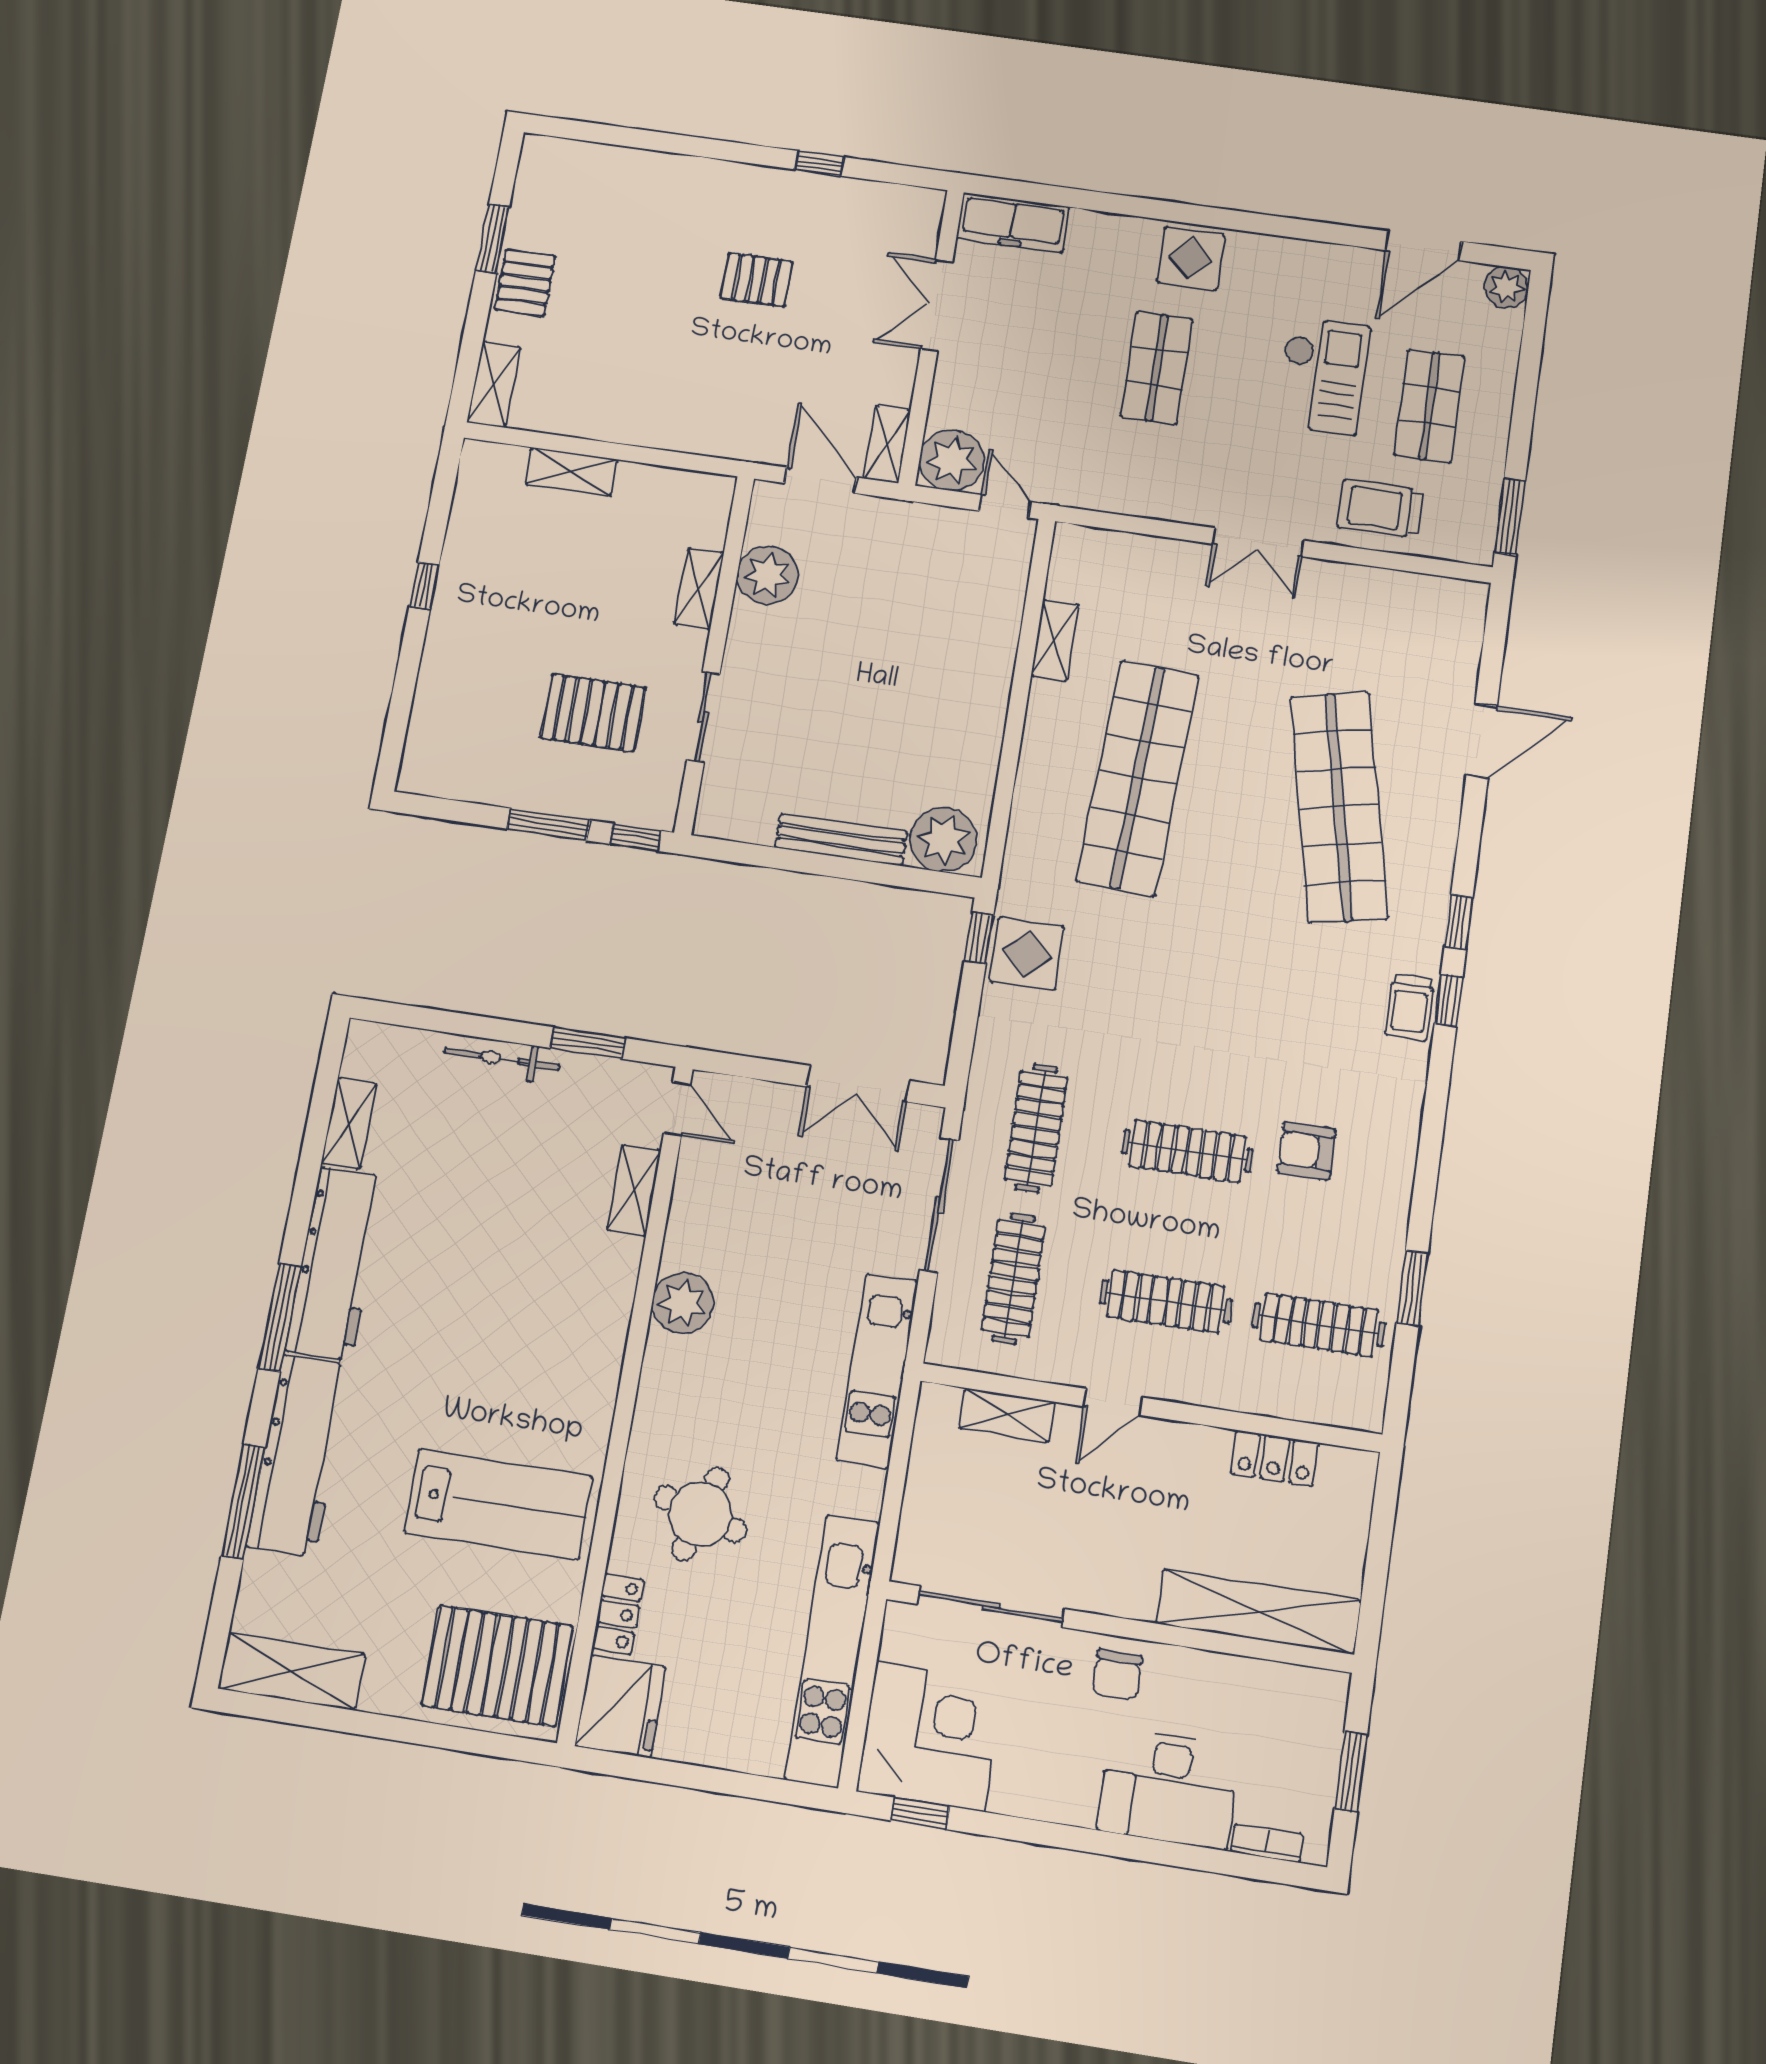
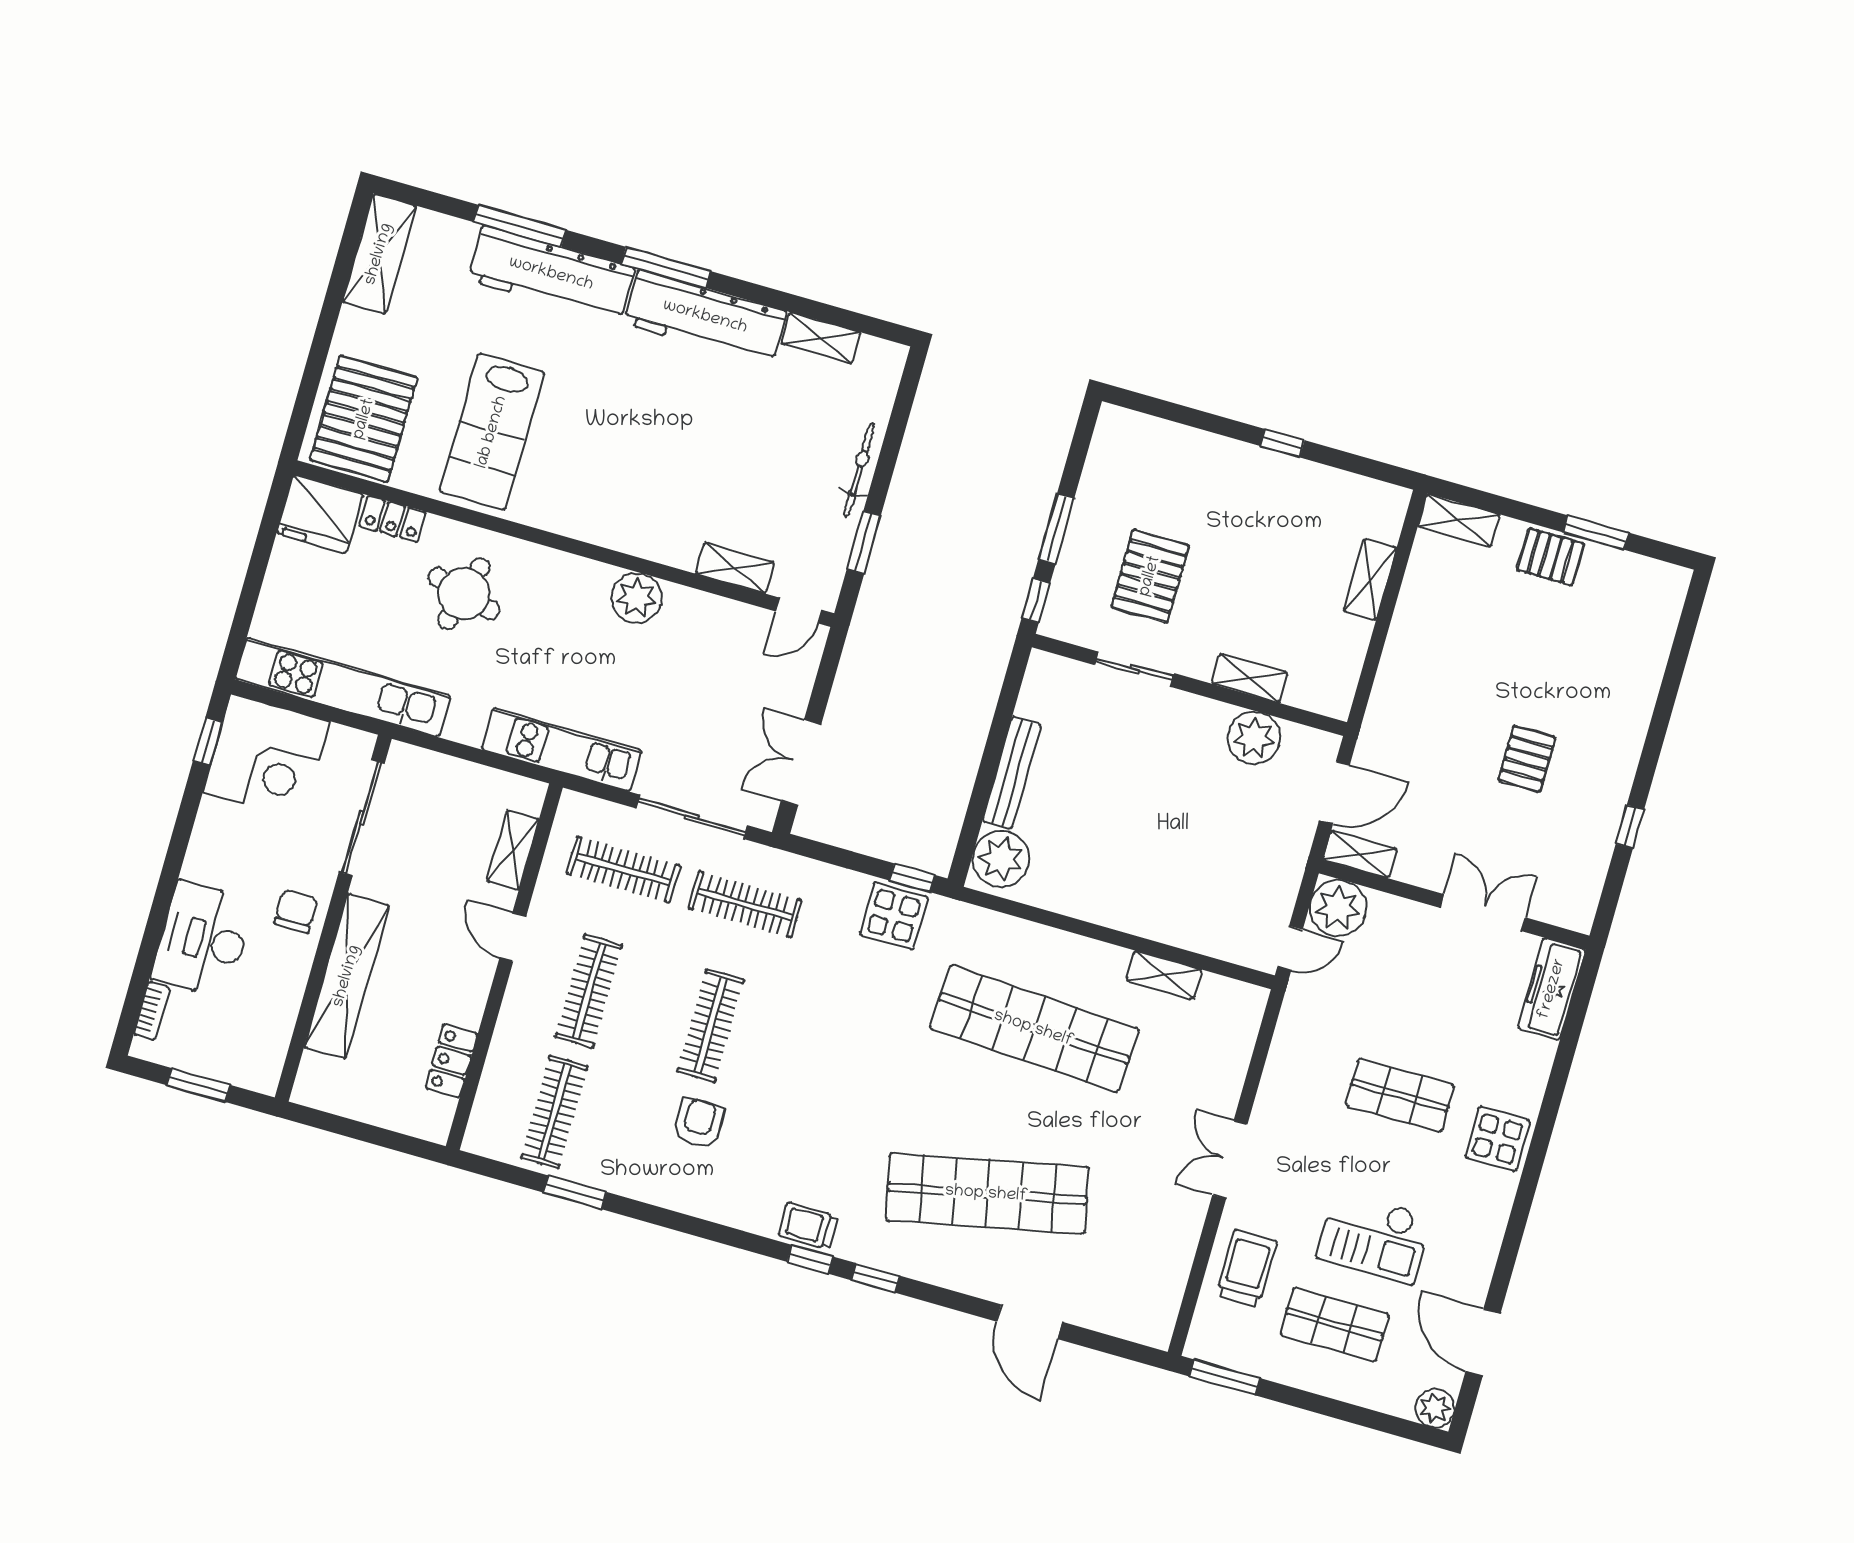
shelving: (1259, 1612) -> (347, 976), moved
chair: (1117, 1675) -> (296, 911), turned 90

